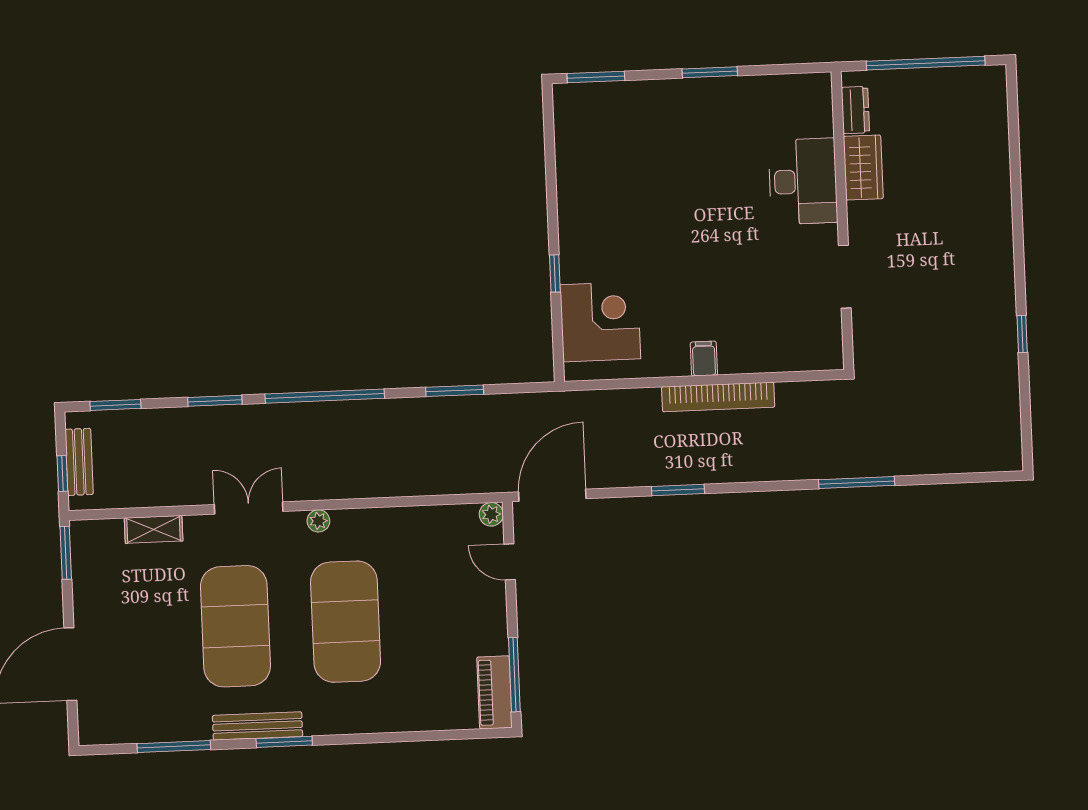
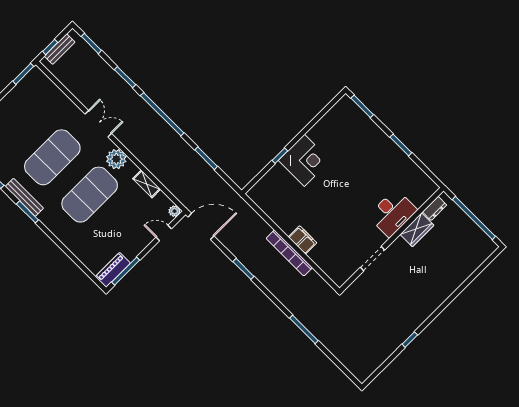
corner desk: (600, 322) -> (304, 160), moved
filing cabinet: (704, 359) -> (302, 240), width x2.00
plant: (318, 521) -> (116, 159), width x1.88, depth x1.88
shelving: (154, 529) -> (147, 184), moved
door: (510, 562) -> (164, 233), hinge flipped

